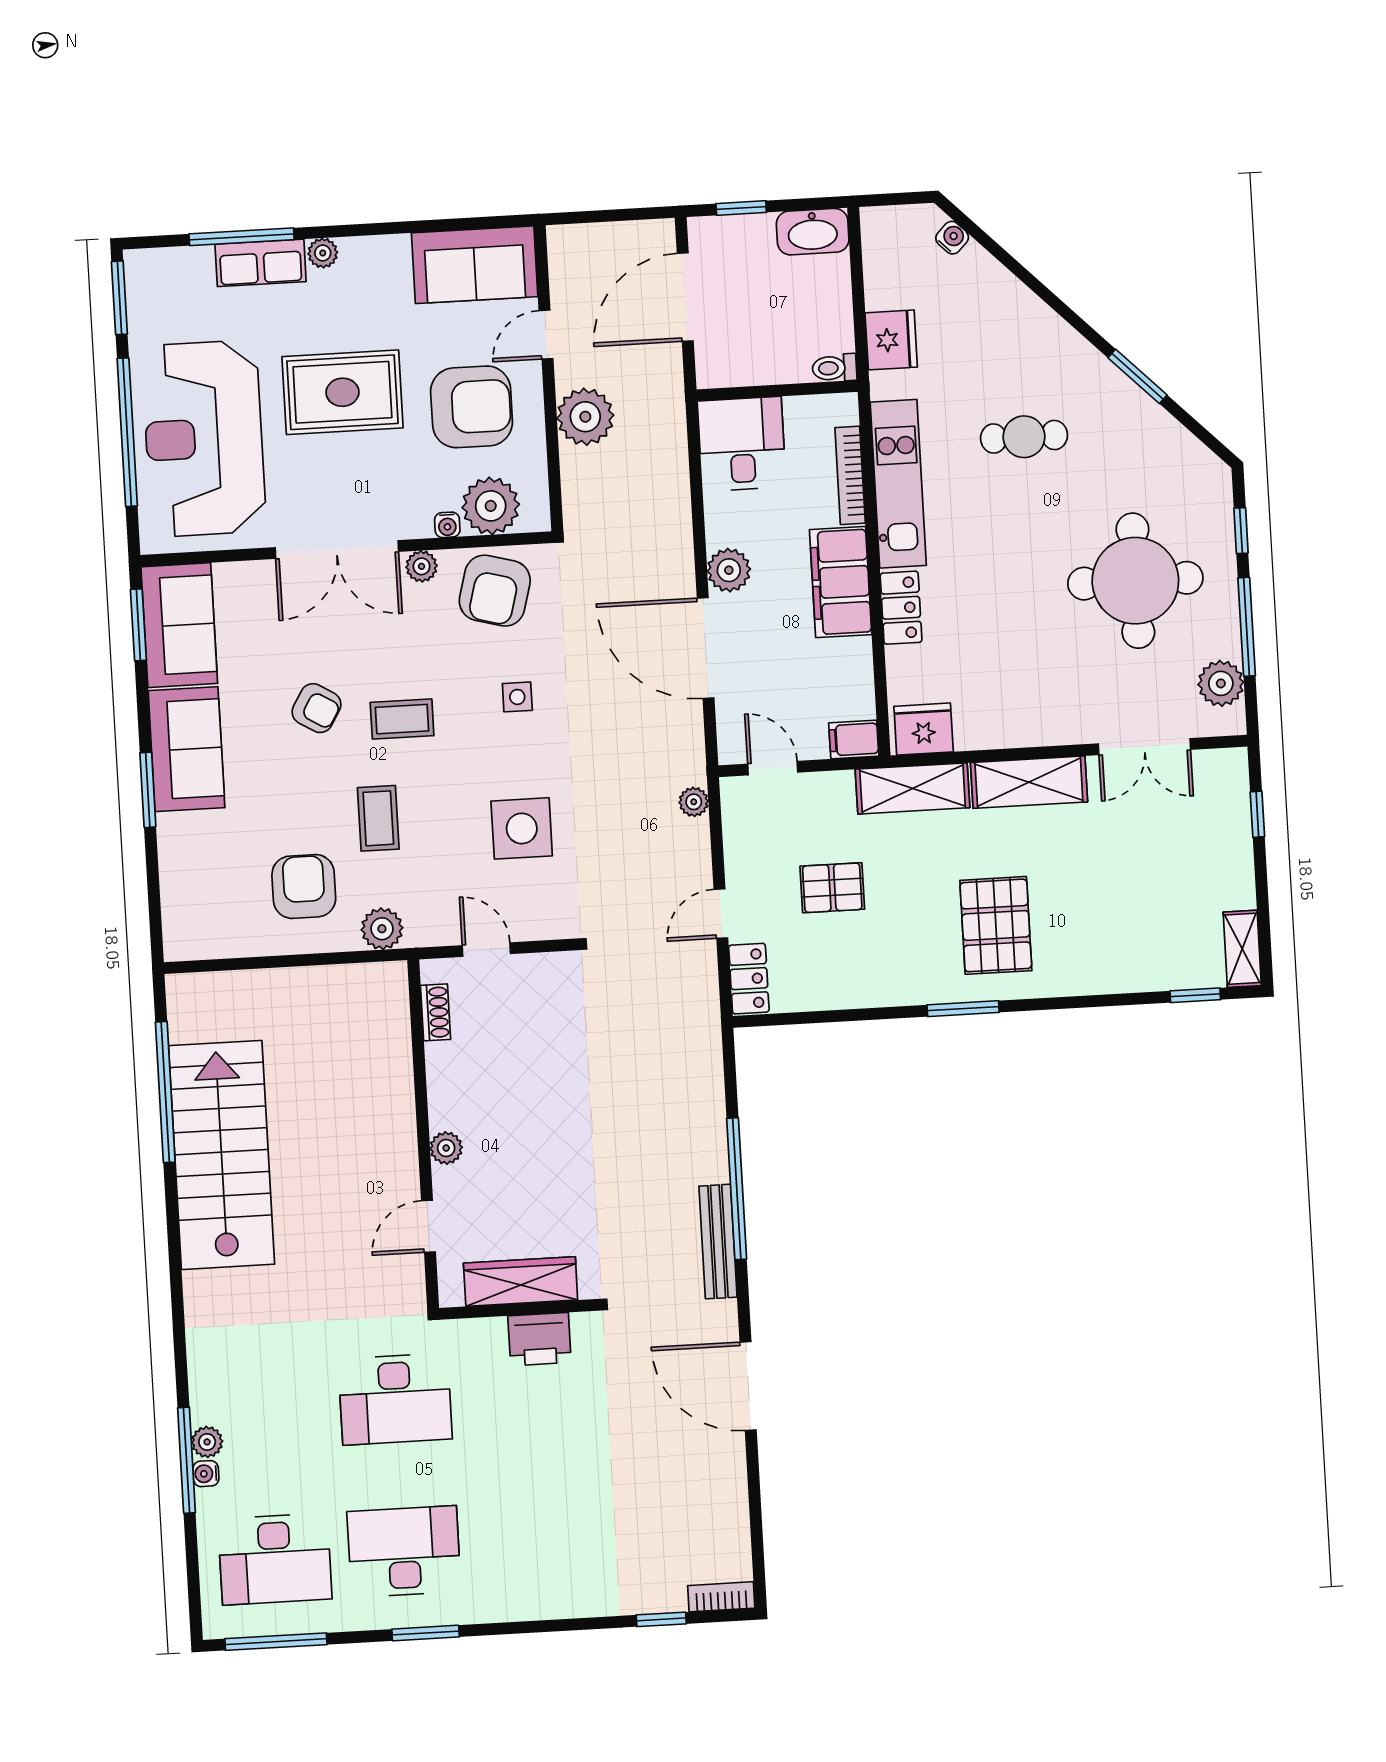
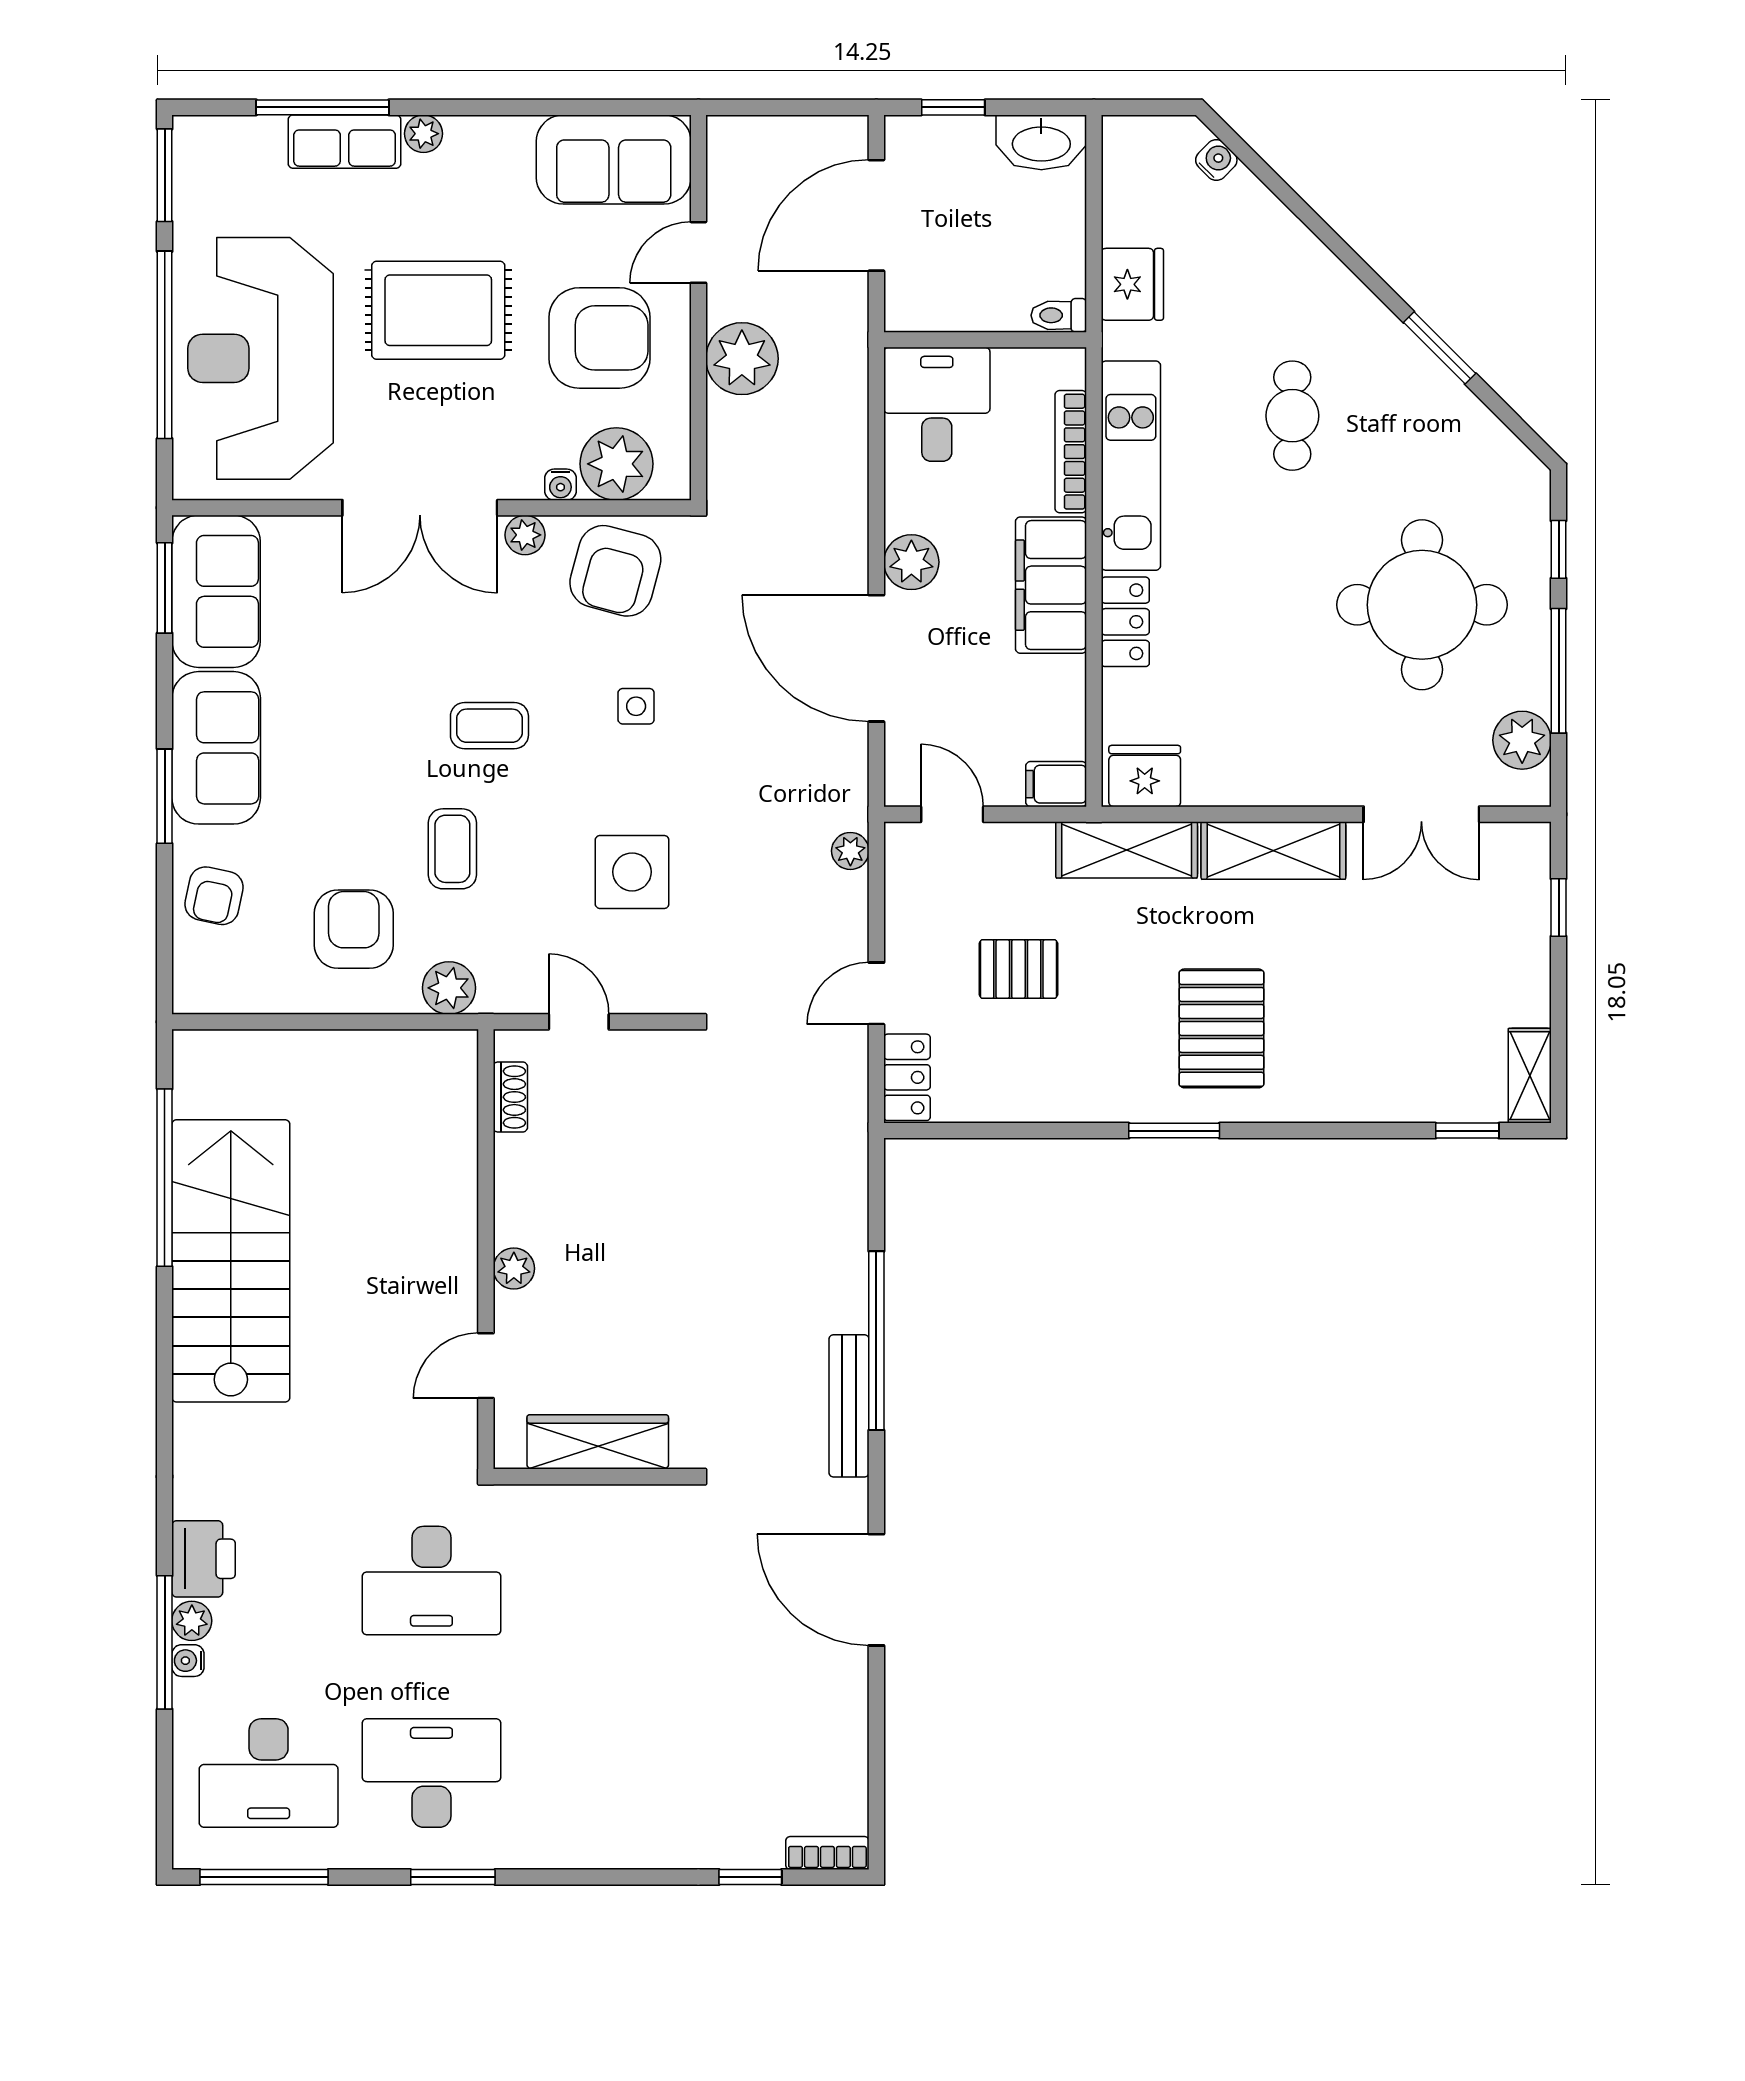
cafe table: (1024, 437) -> (1292, 416), turned 90
armchair: (316, 708) -> (214, 896), moved, turned 71
printer: (539, 1339) -> (204, 1559), moved, turned -90

